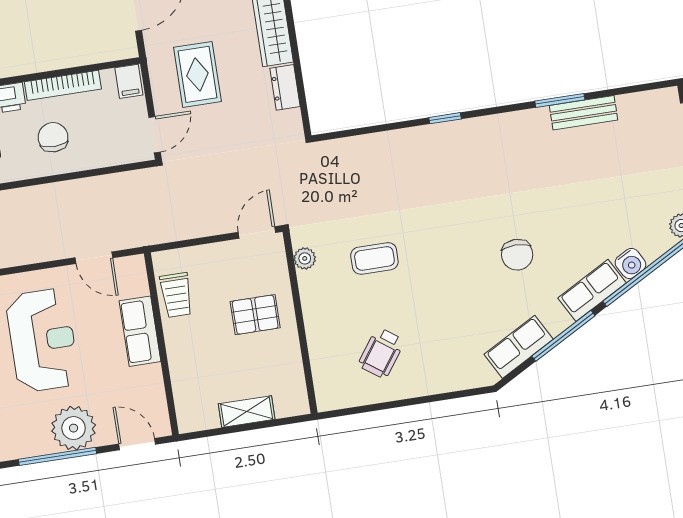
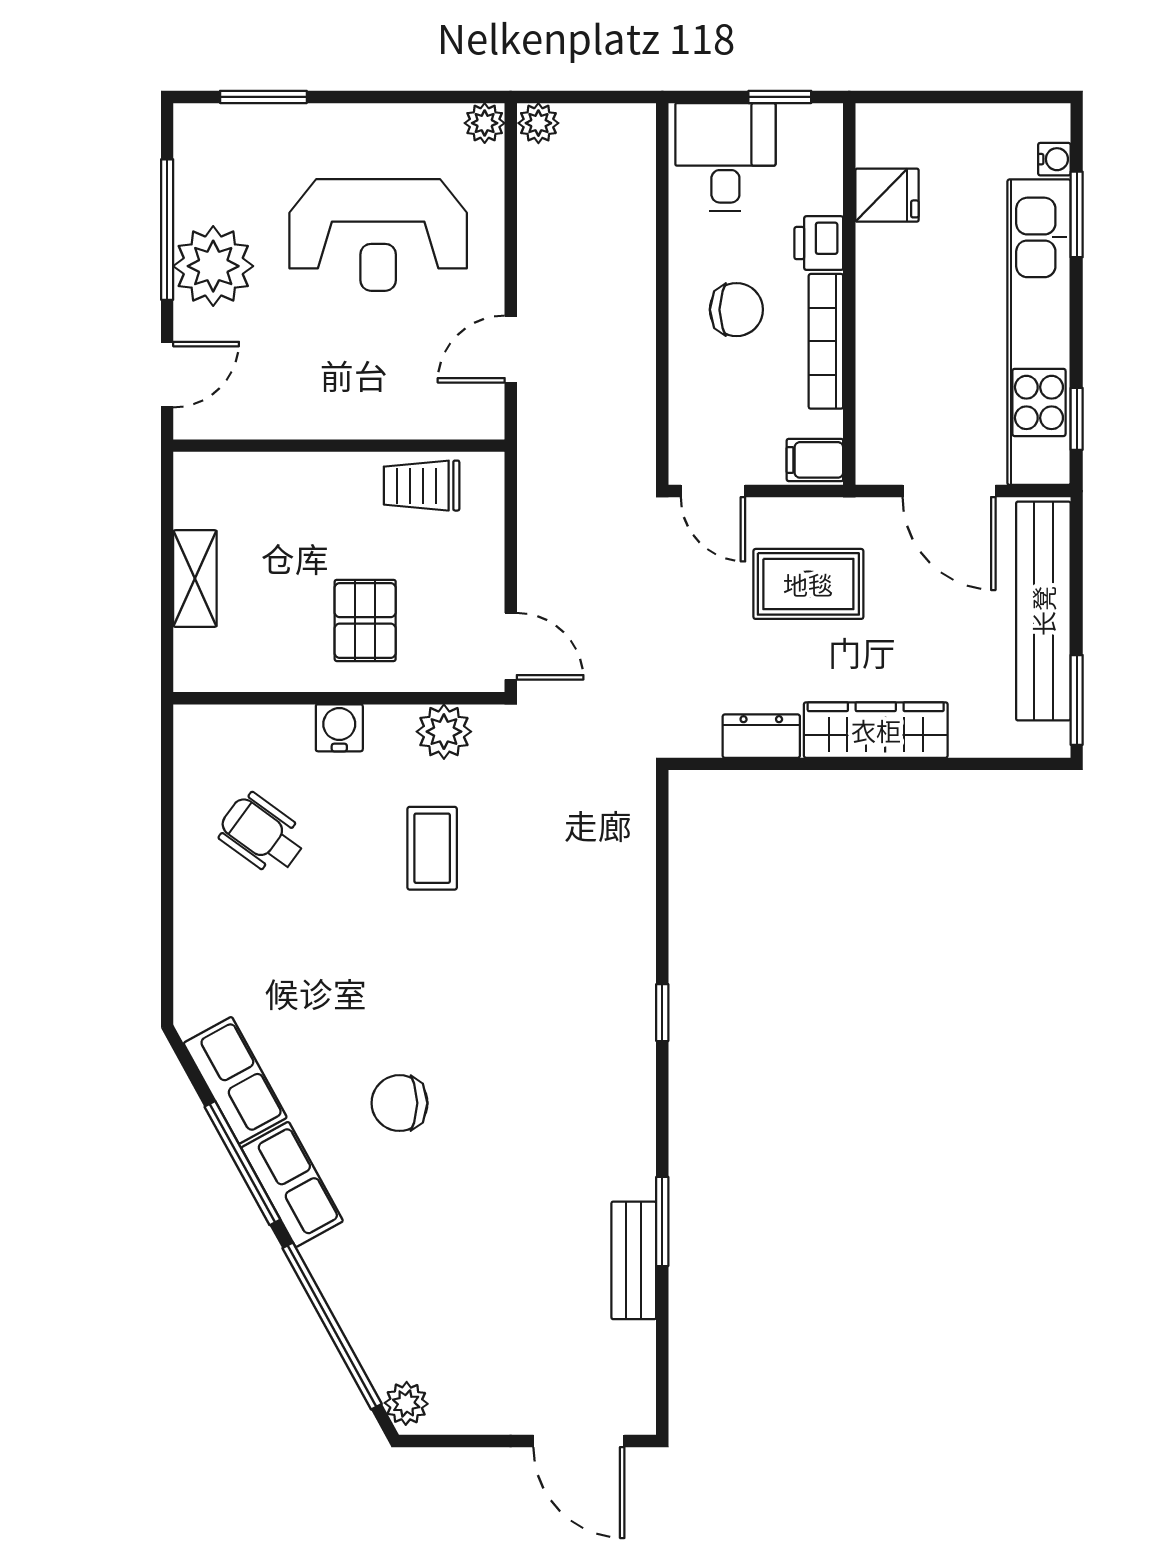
plant: (305, 258) -> (444, 732), width x1.38, depth x1.38
water cooler: (630, 263) -> (339, 728), moved, turned 119
row of seats: (592, 290) -> (292, 1184), moved
row of seats: (140, 331) -> (367, 411), removed

